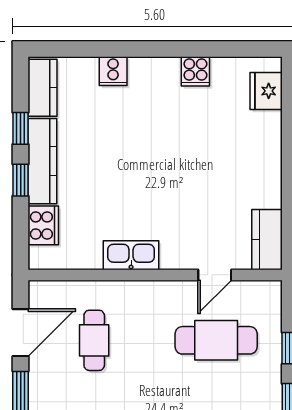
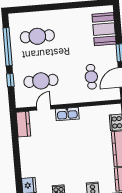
kitchen sink: (131, 255) -> (67, 114), moved

